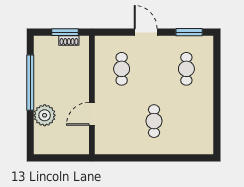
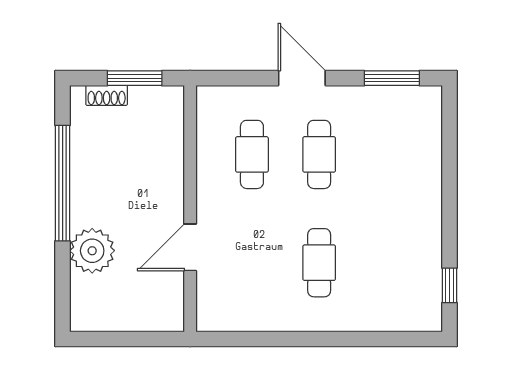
shoe rack: (69, 40) -> (107, 95), moved
cafe table: (186, 69) -> (319, 154), moved
window: (217, 132) -> (450, 285), added

